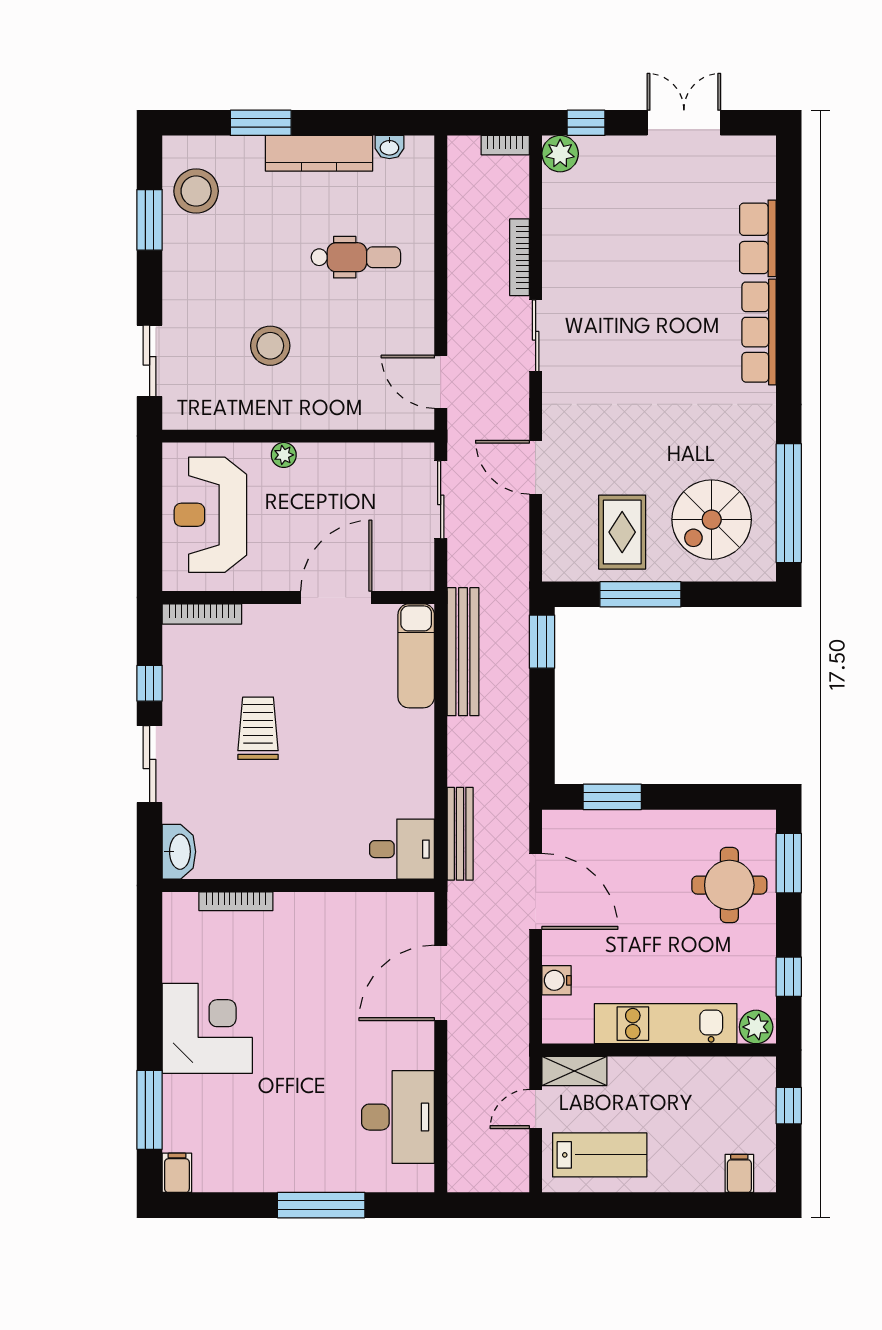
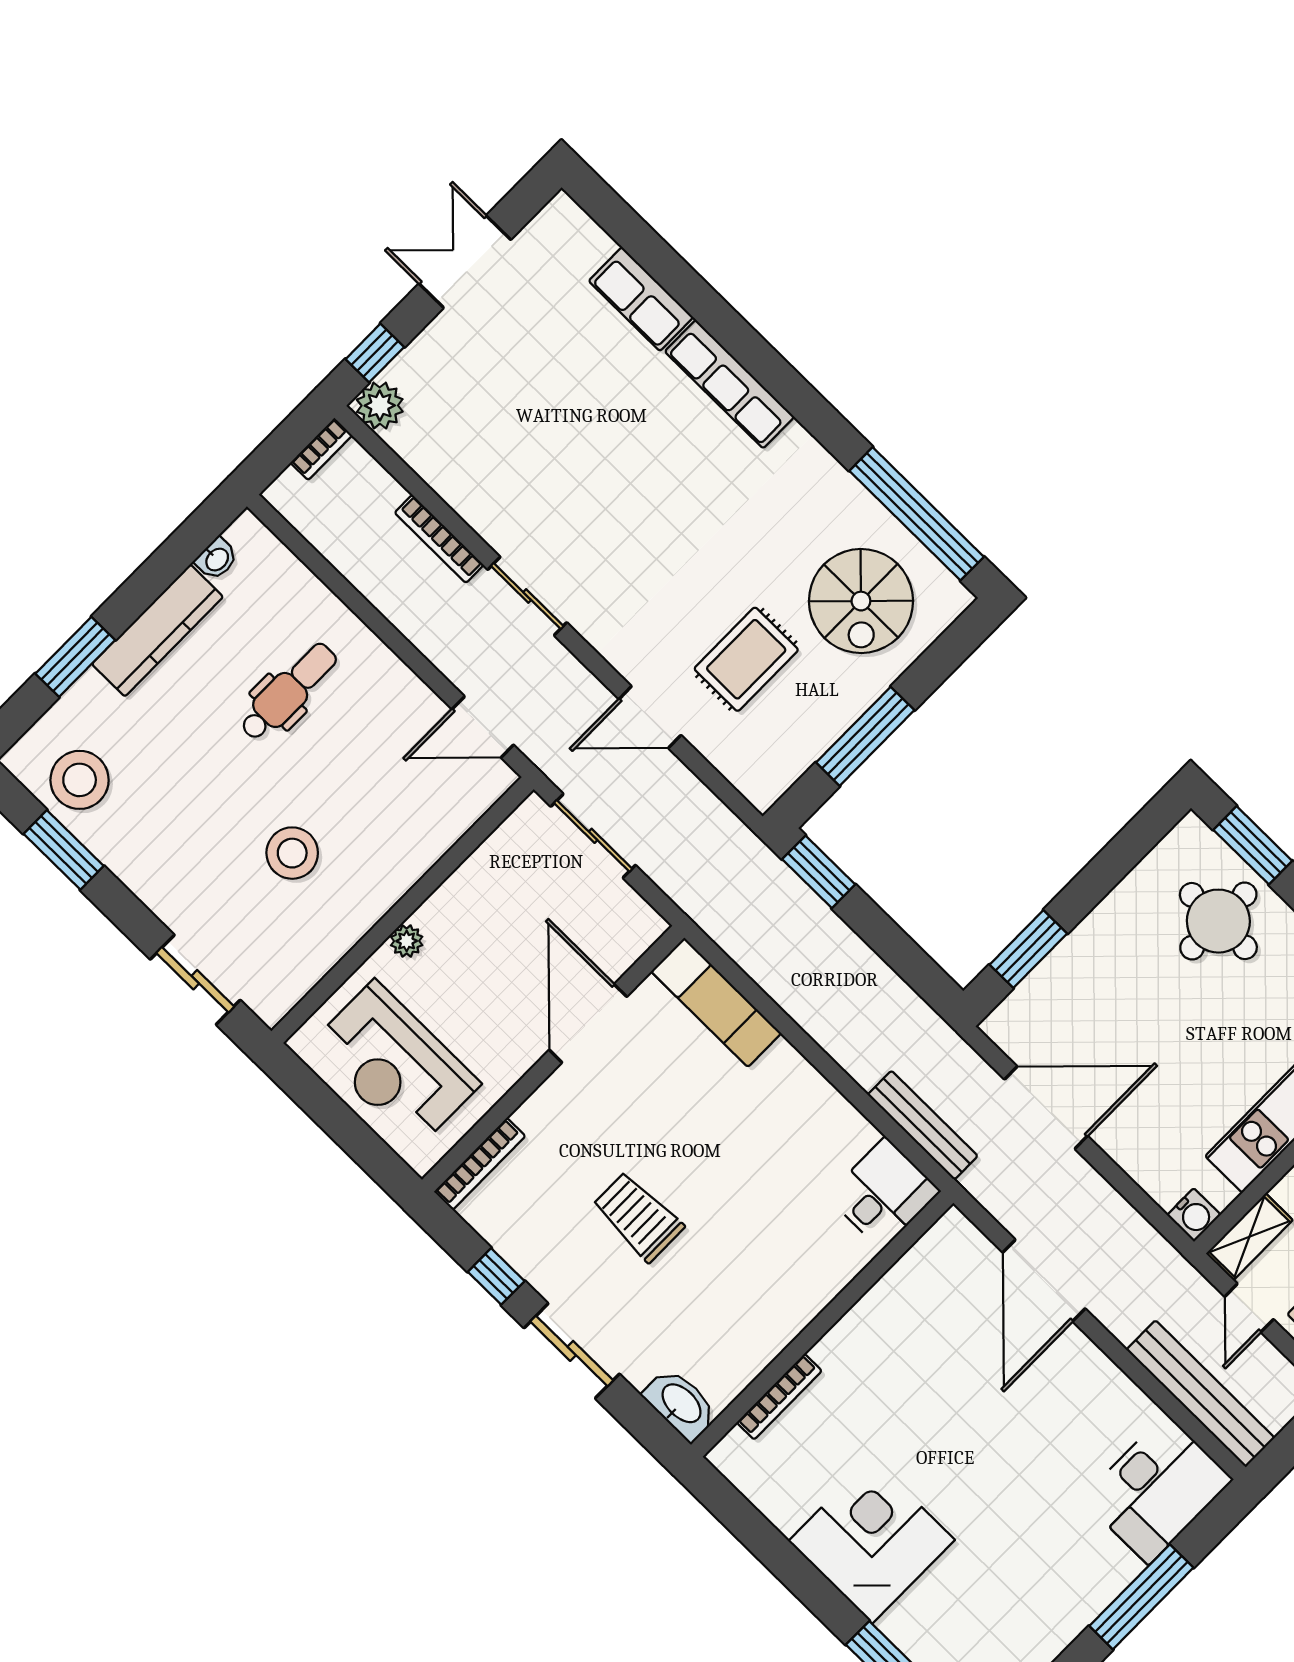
rug: (622, 532) -> (746, 659), moved, turned 90
bench: (463, 652) -> (1200, 1394), moved
water cooler: (557, 980) -> (1194, 1215), moved, turned -90
desk: (398, 1117) -> (1157, 1489), moved, turned 90

